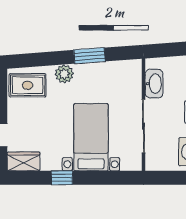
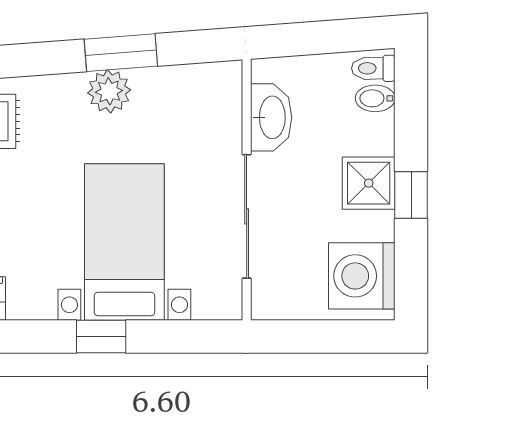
plant: (64, 74) -> (109, 91), moved
window: (62, 178) -> (101, 337), moved

